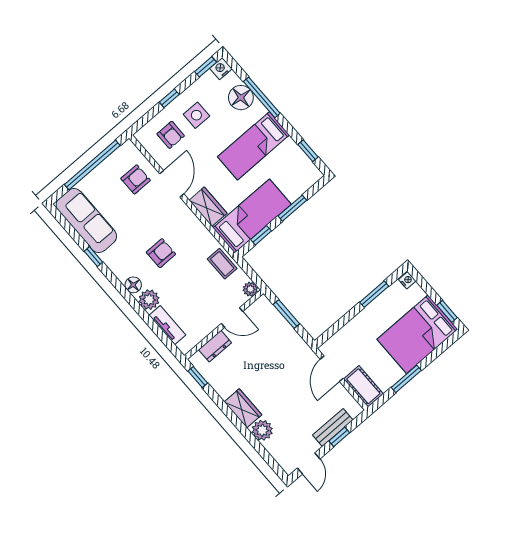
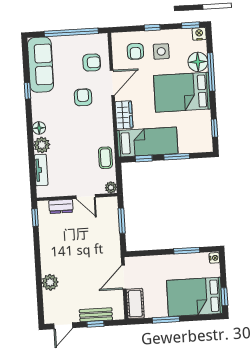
bed: (253, 146) -> (182, 92), width x1.50
armchair: (161, 253) -> (83, 97), moved, turned -90
wardrobe: (243, 408) -> (48, 259), removed

